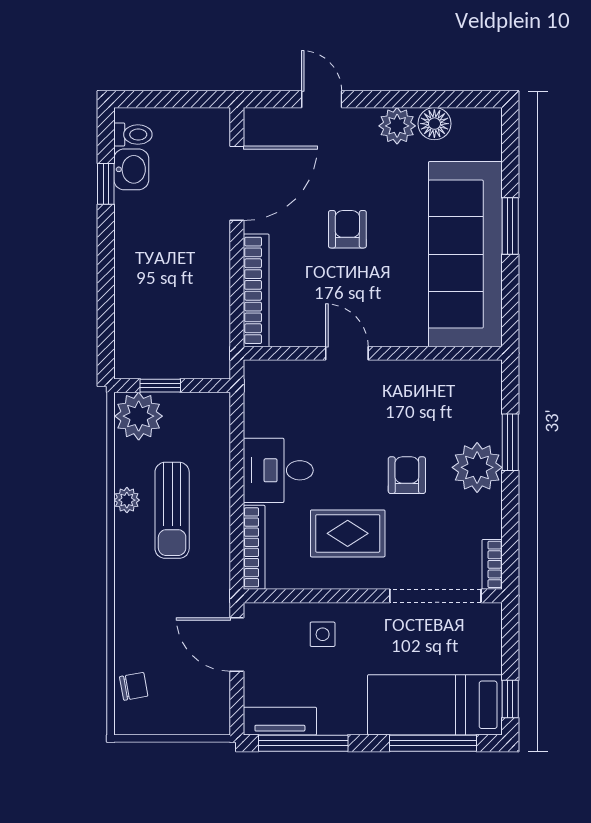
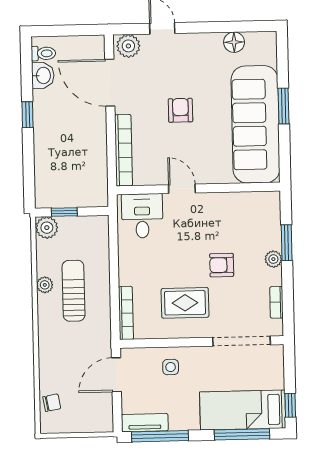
plant: (397, 126) -> (128, 46), moved
door: (237, 183) -> (110, 83), swing flipped
window: (106, 184) -> (28, 115), moved
plant: (139, 416) -> (47, 228), width x0.73, depth x0.73
plant: (477, 467) -> (273, 259), width x0.53, depth x0.53
desk: (278, 470) -> (142, 216), moved, turned 90
armchair: (407, 475) -> (222, 265), turned -90
sun lounger: (172, 510) -> (74, 291), turned 180
bookcase: (492, 564) -> (276, 302), moved
door: (237, 644) -> (116, 375), hinge flipped

